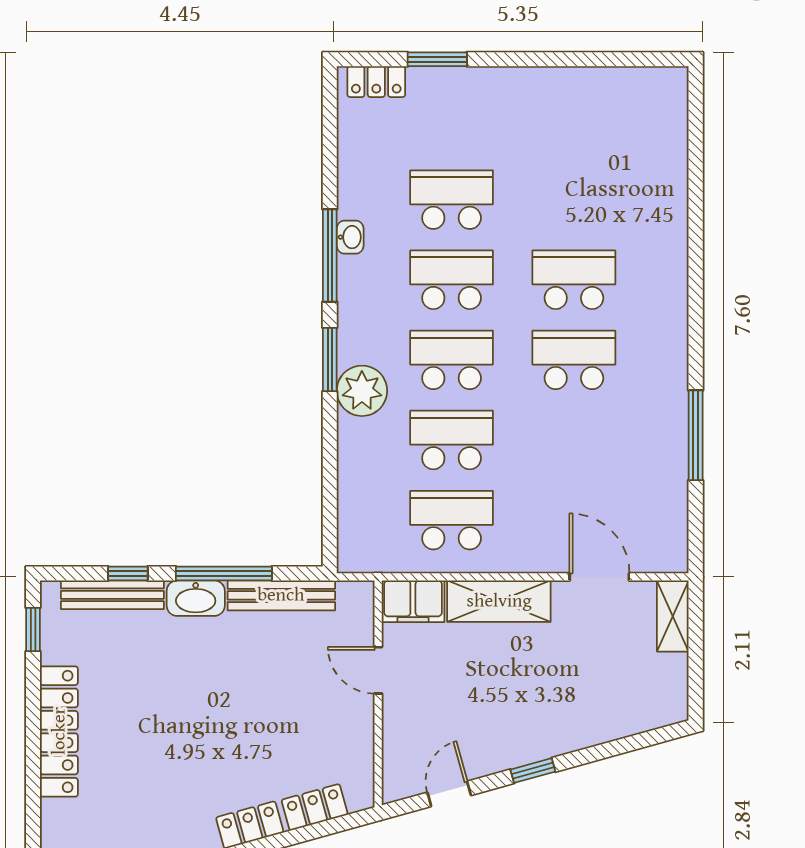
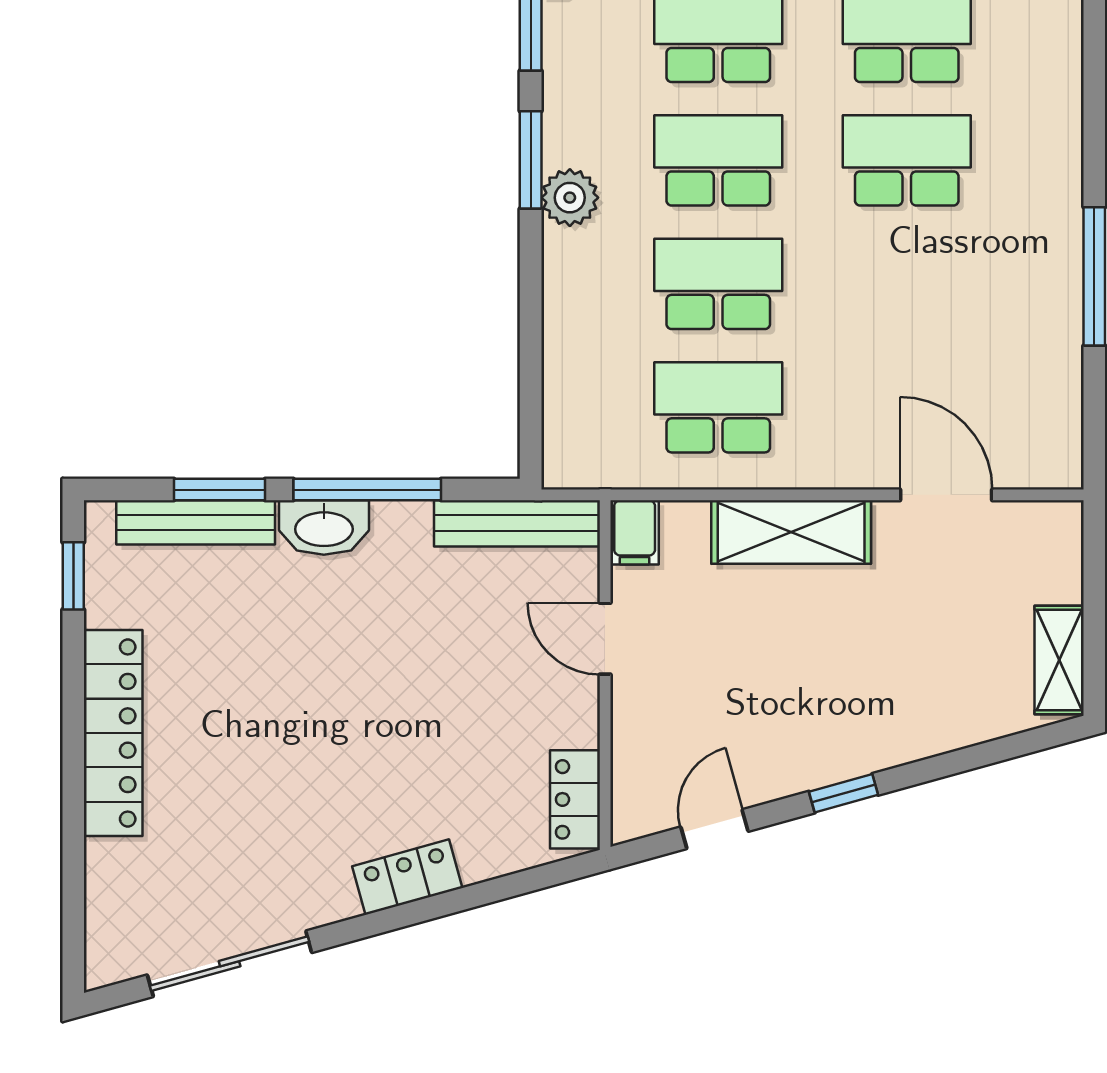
plant: (362, 391) -> (570, 198), width x0.73, depth x0.73
window: (128, 573) -> (220, 490), width x1.50
bench: (281, 595) -> (517, 523), moved
filing cabinet: (413, 601) -> (635, 532), width x0.50
shelving: (673, 616) -> (1059, 660), moved
locker: (315, 807) -> (575, 799), moved, turned -74

